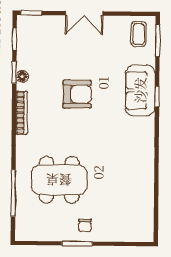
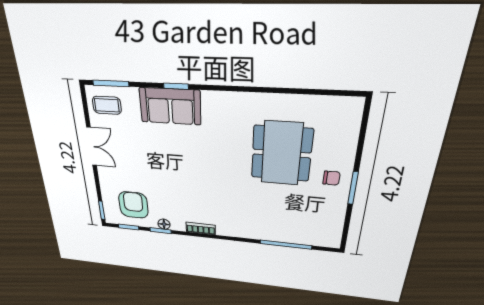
double door: (84, 13) -> (92, 146), moved
armchair: (77, 94) -> (133, 205), moved
bookcase: (22, 113) -> (201, 228), width x0.64
dining table: (59, 180) -> (282, 154), moved

